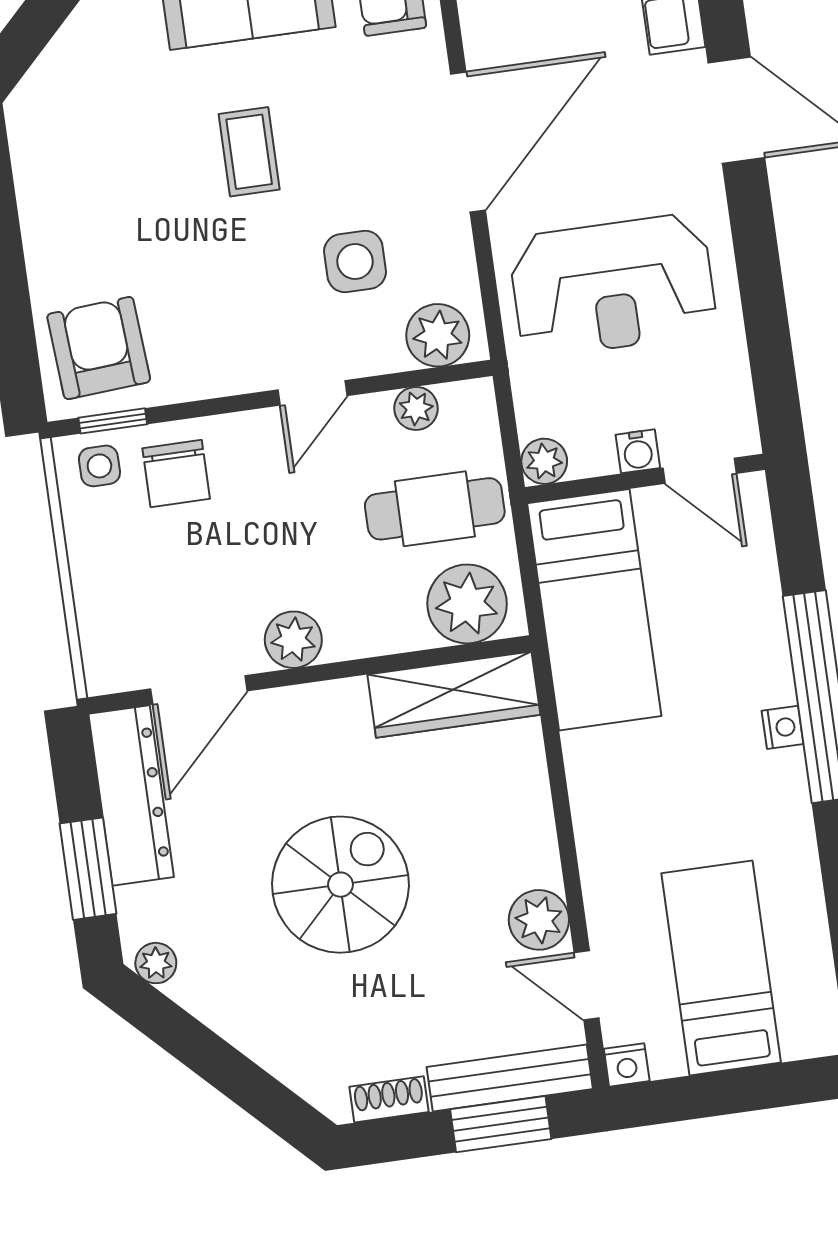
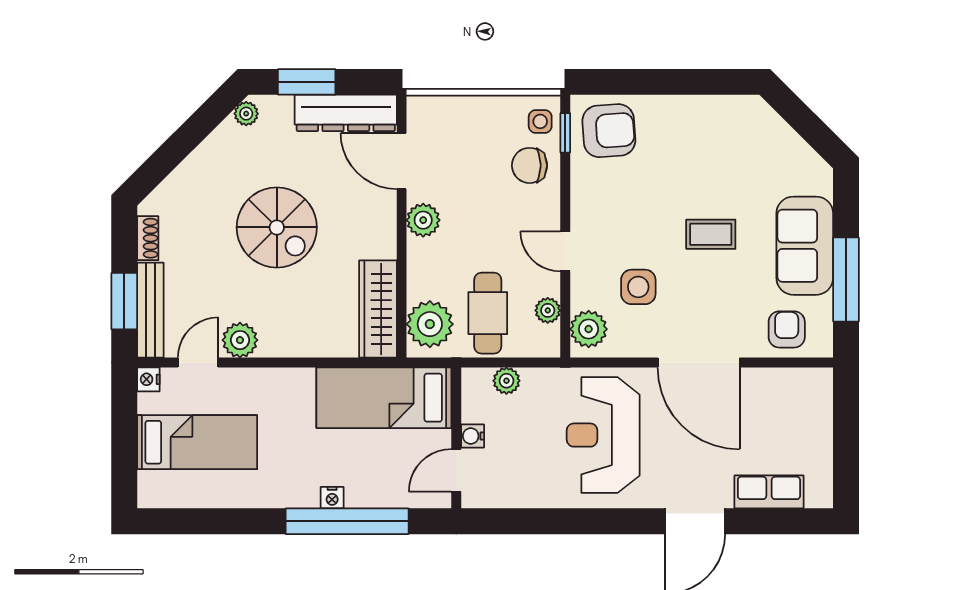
water cooler: (638, 451) -> (473, 436), moved
door: (700, 471) -> (456, 470), moved
wall: (645, 478) -> (456, 438), moved
bed: (594, 610) -> (384, 398), moved

